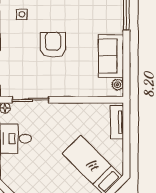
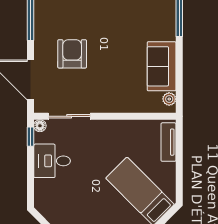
side table: (22, 14) -> (59, 18), removed
armchair: (53, 45) -> (72, 54), moved

